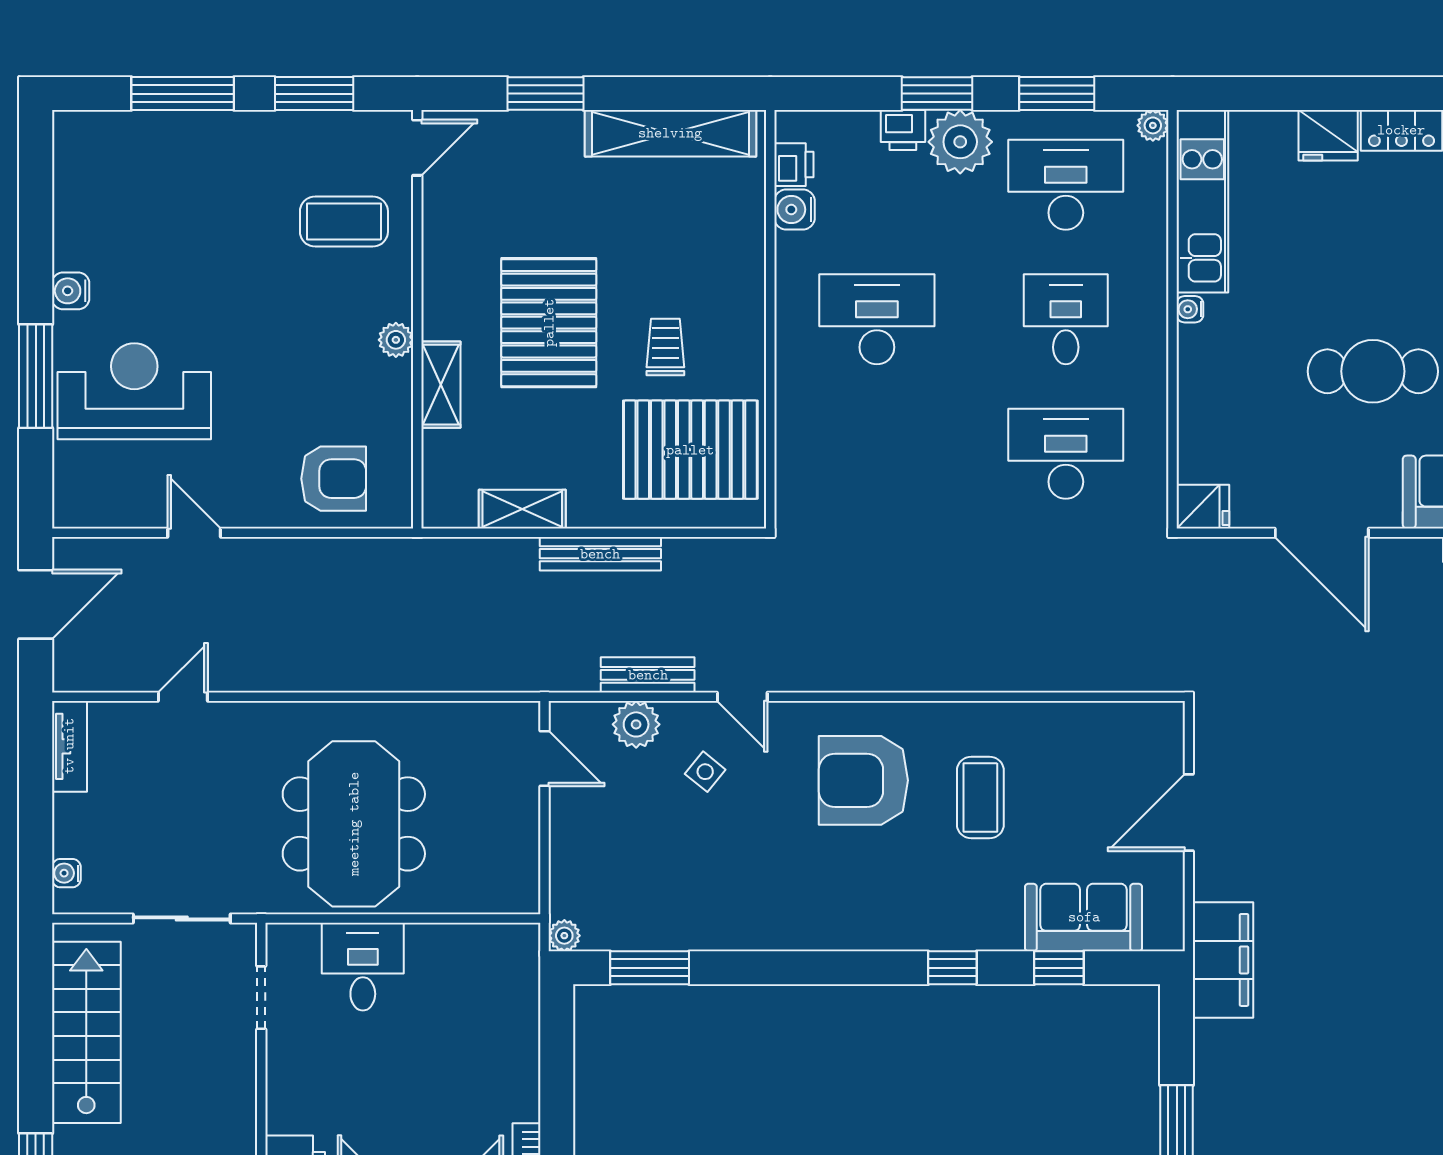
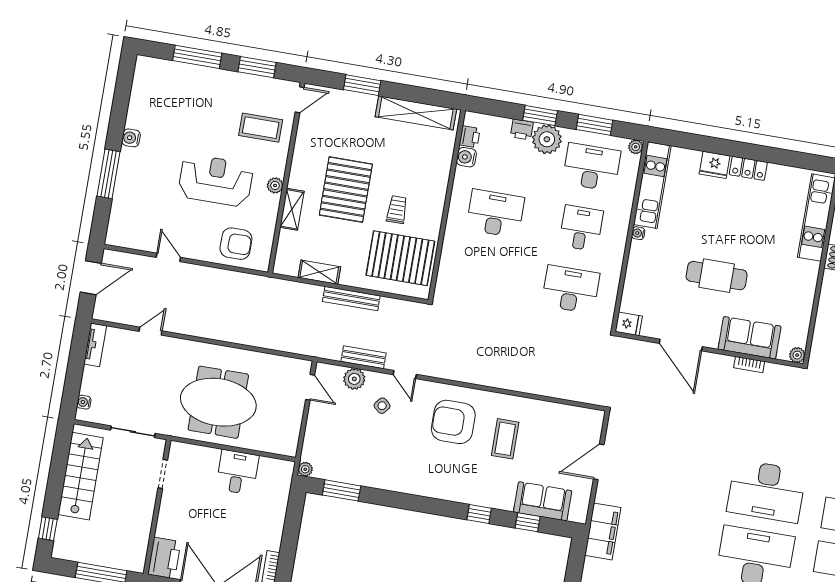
reception desk: (134, 391) -> (216, 180), moved
meeting table: (354, 824) -> (218, 402), turned 90
desk: (363, 967) -> (237, 472), moved

